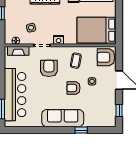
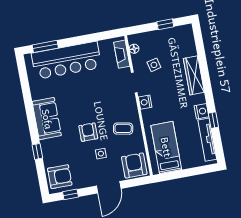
bed: (97, 30) -> (166, 147), width x0.67
armchair: (49, 68) -> (60, 177), moved
sofa: (63, 118) -> (47, 119), width x0.73

